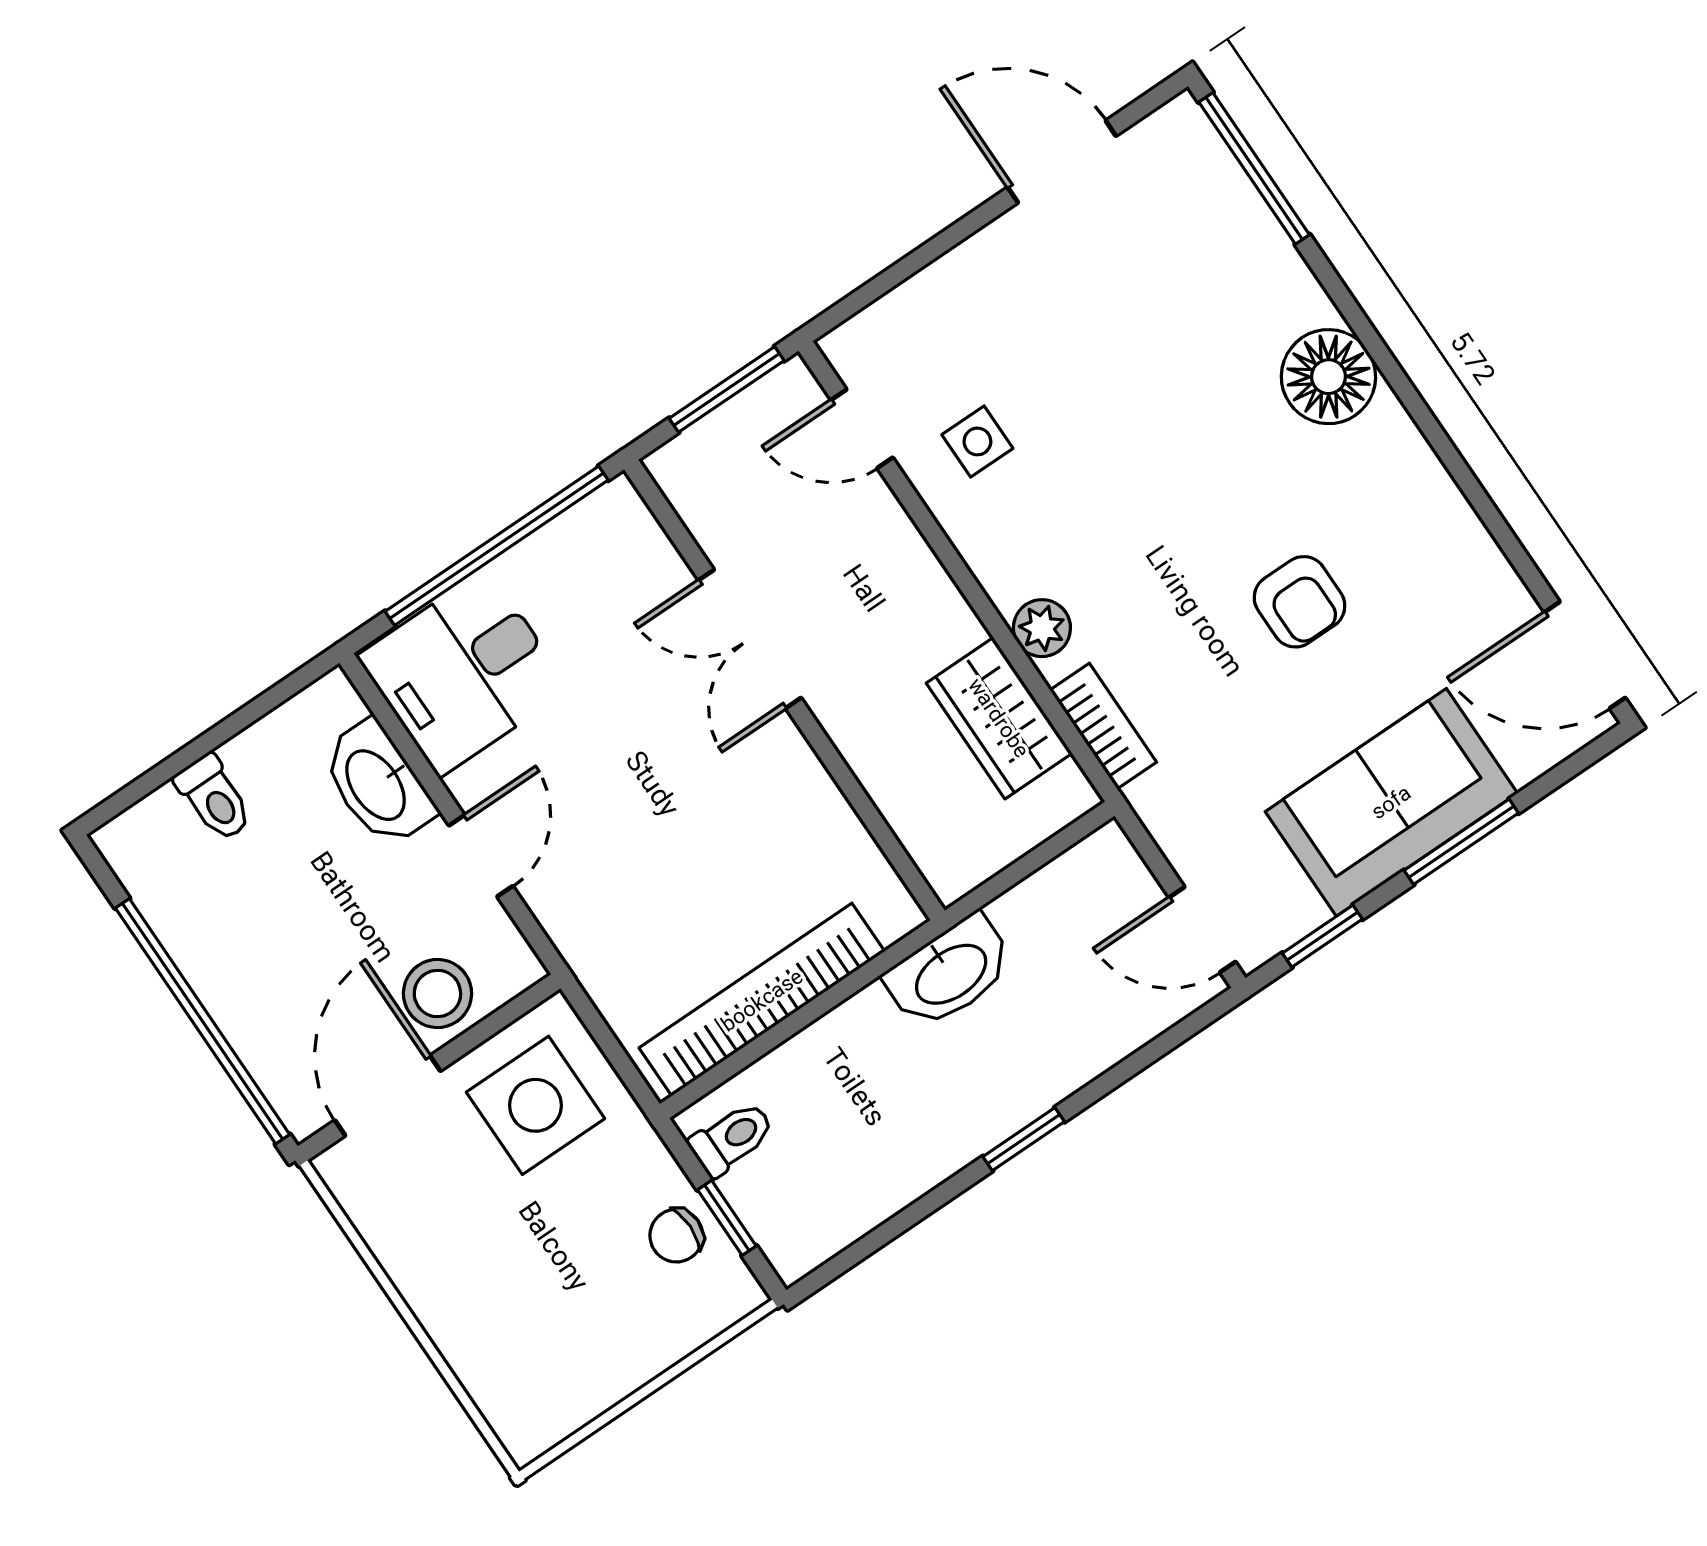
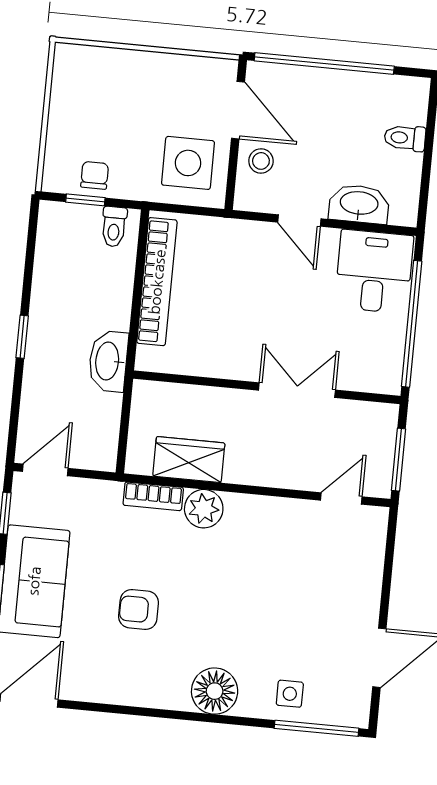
side table: (977, 441) -> (290, 694), moved
plant: (1042, 628) -> (204, 509), width x1.38, depth x1.38
stool: (437, 994) -> (261, 161), width x0.73, depth x0.73

